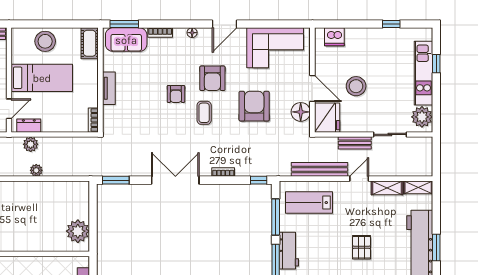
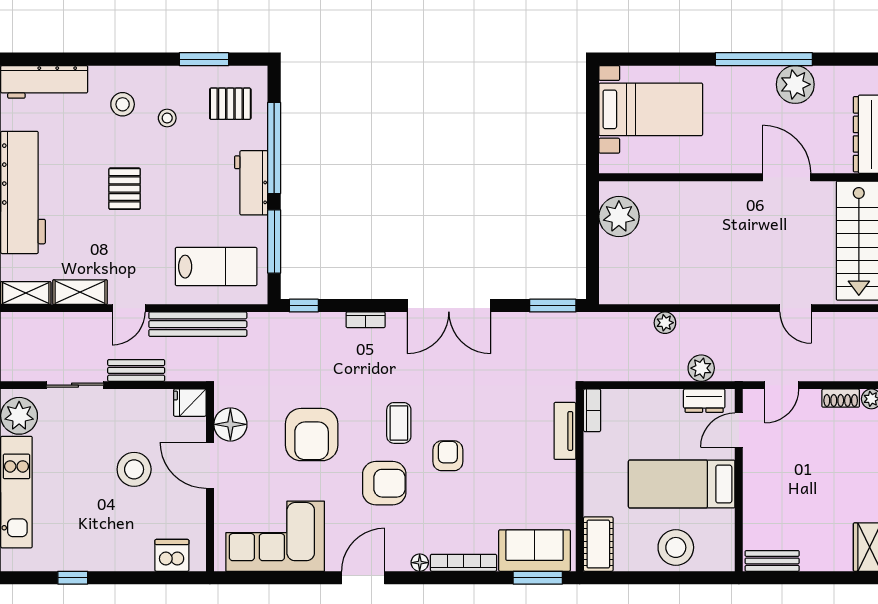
bookcase: (160, 33) -> (464, 563), width x1.56
armchair: (212, 78) -> (384, 483), turned 90
tv unit: (109, 88) -> (565, 431), moved
fridge: (327, 118) -> (190, 403), width x0.53, depth x0.75
plant: (36, 170) -> (665, 323), moved

